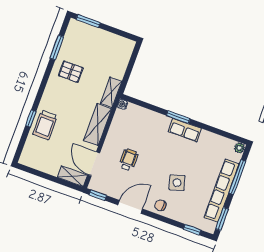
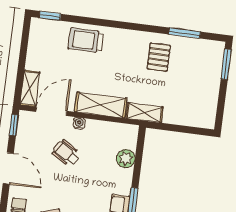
water cooler: (123, 104) -> (79, 123), moved
plant: (143, 115) -> (126, 159), added
window: (31, 119) -> (50, 16), moved
wheelchair: (129, 160) -> (66, 153), turned -148

